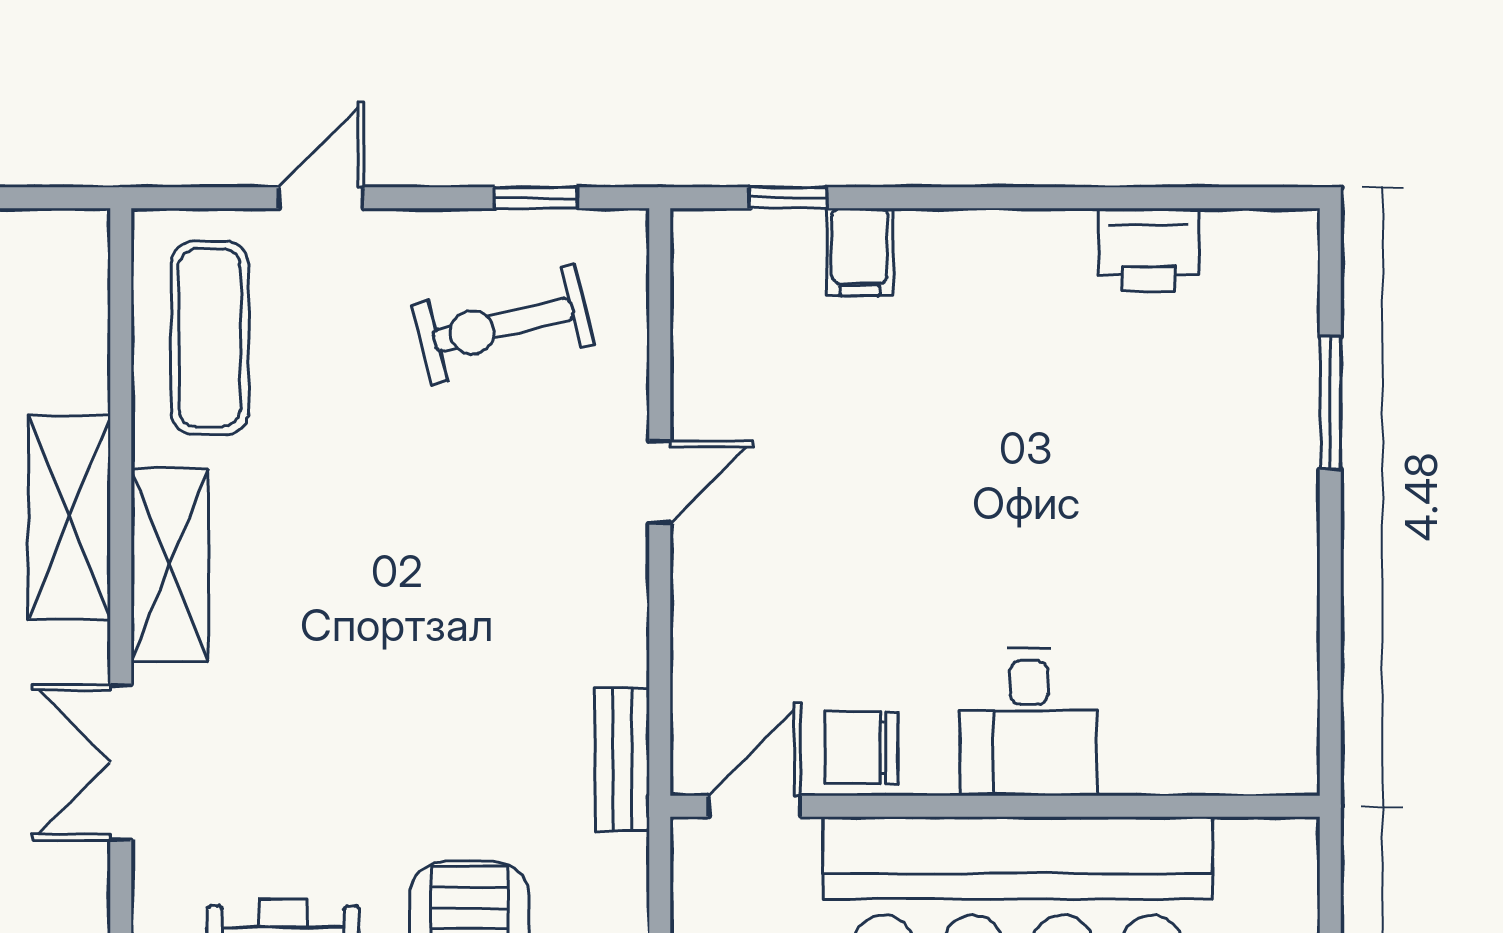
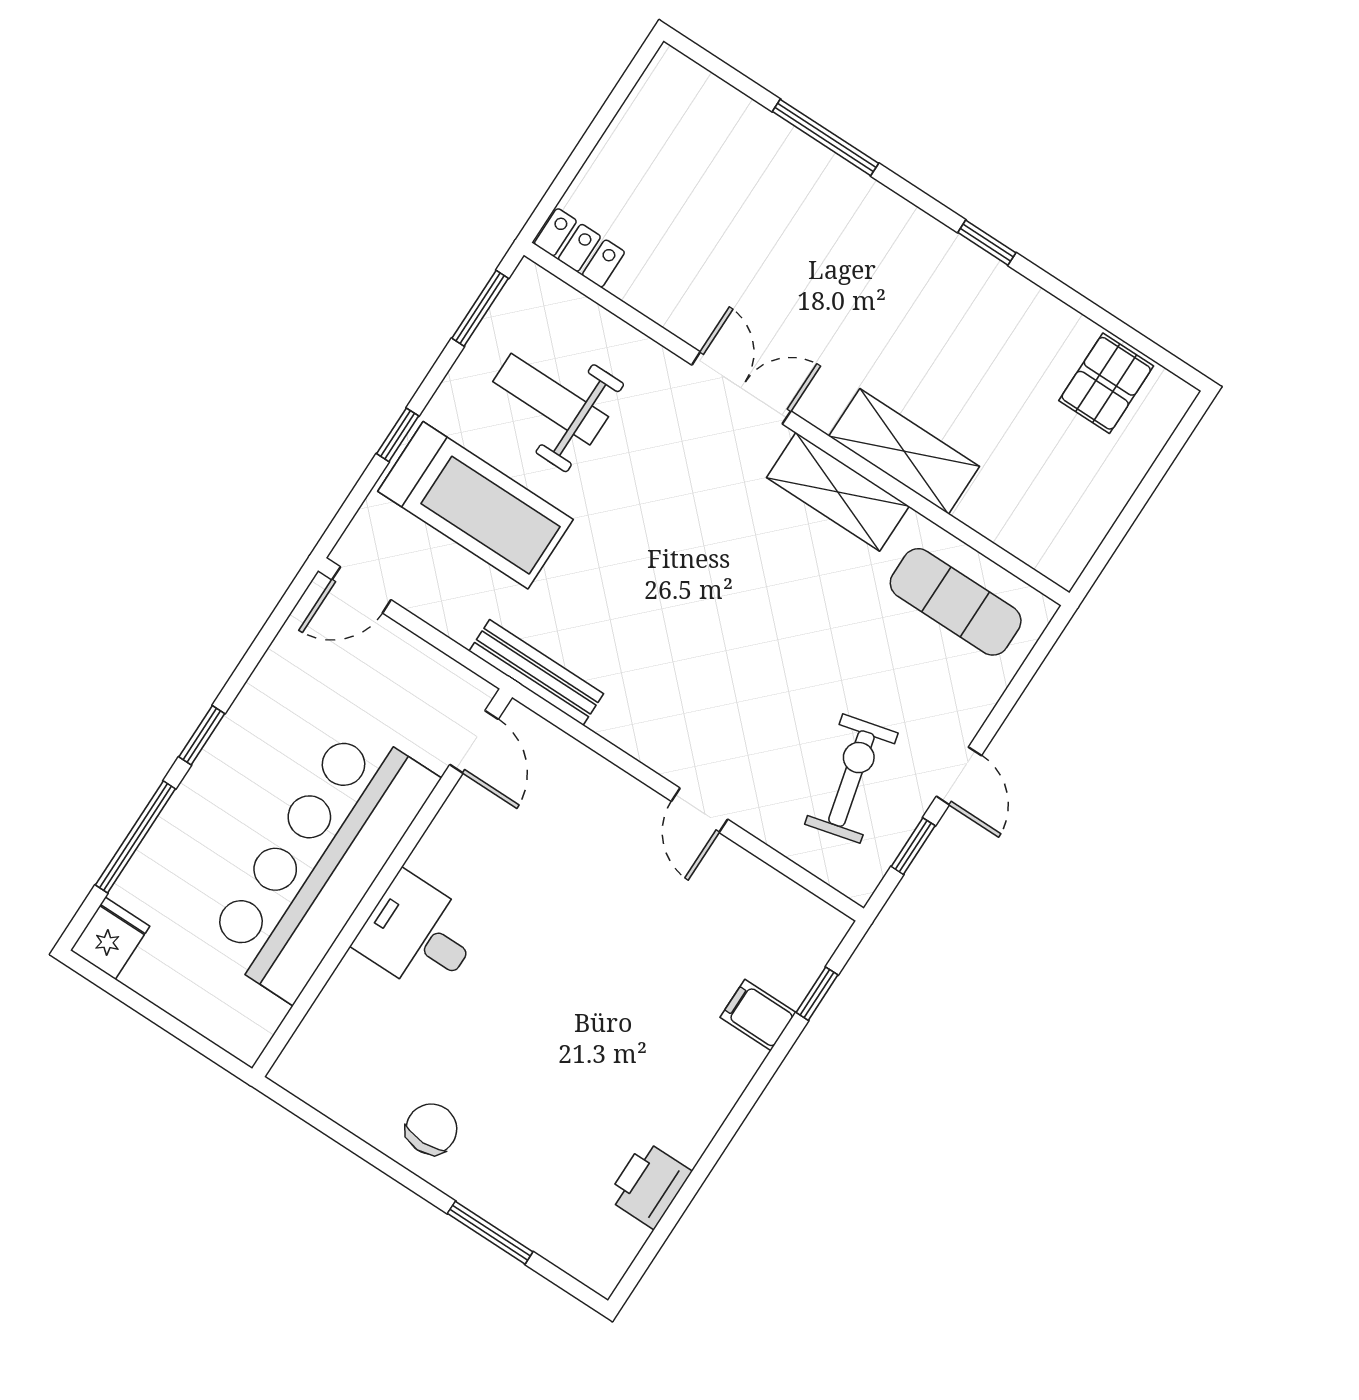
door: (321, 198) -> (959, 776), moved
chair: (861, 748) -> (431, 1129), moved
bench: (622, 760) -> (536, 672), width x1.36

